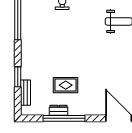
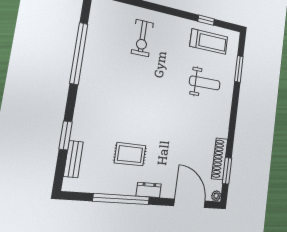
dresser: (59, 110) -> (149, 190), moved

